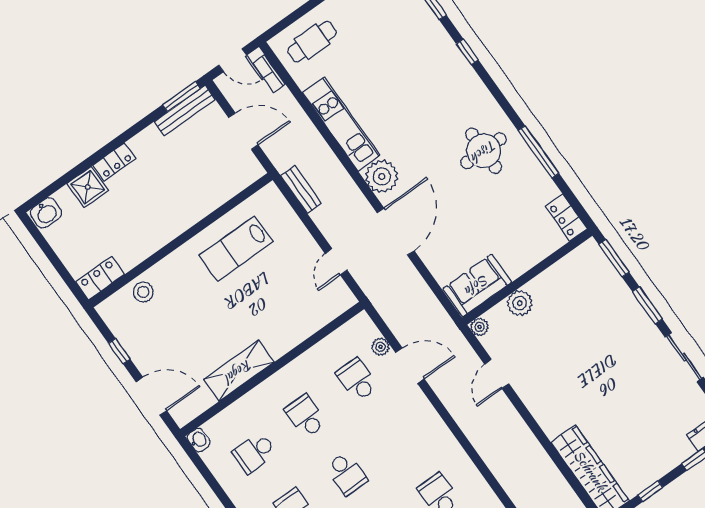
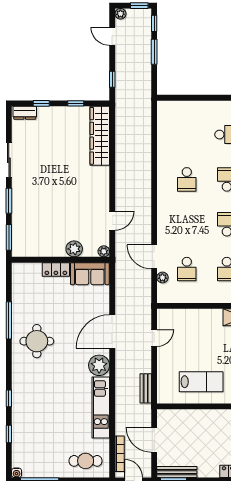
bookcase: (269, 74) -> (120, 454), width x1.56
locker: (566, 217) -> (56, 269), moved, turned 90

